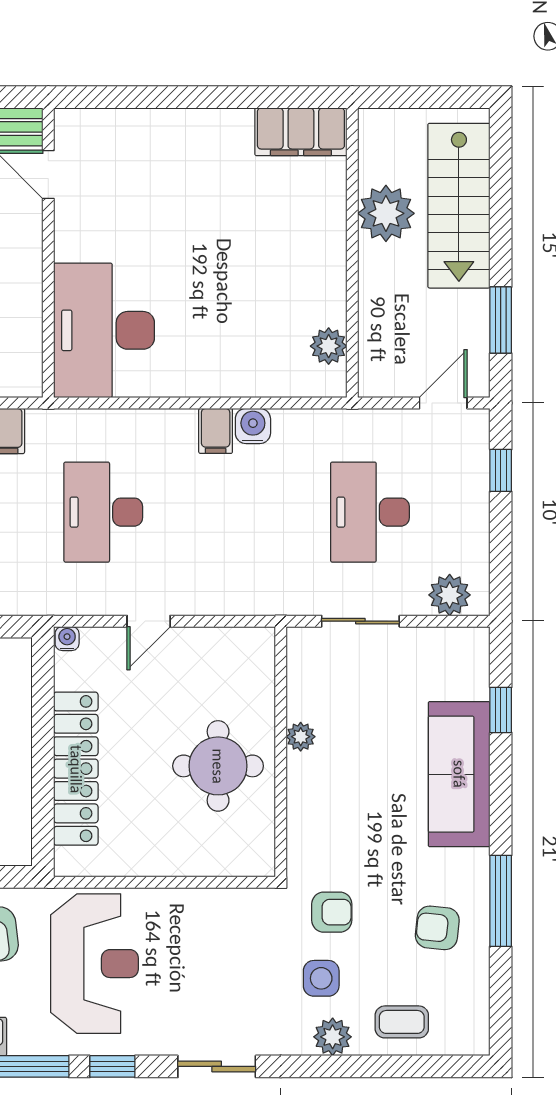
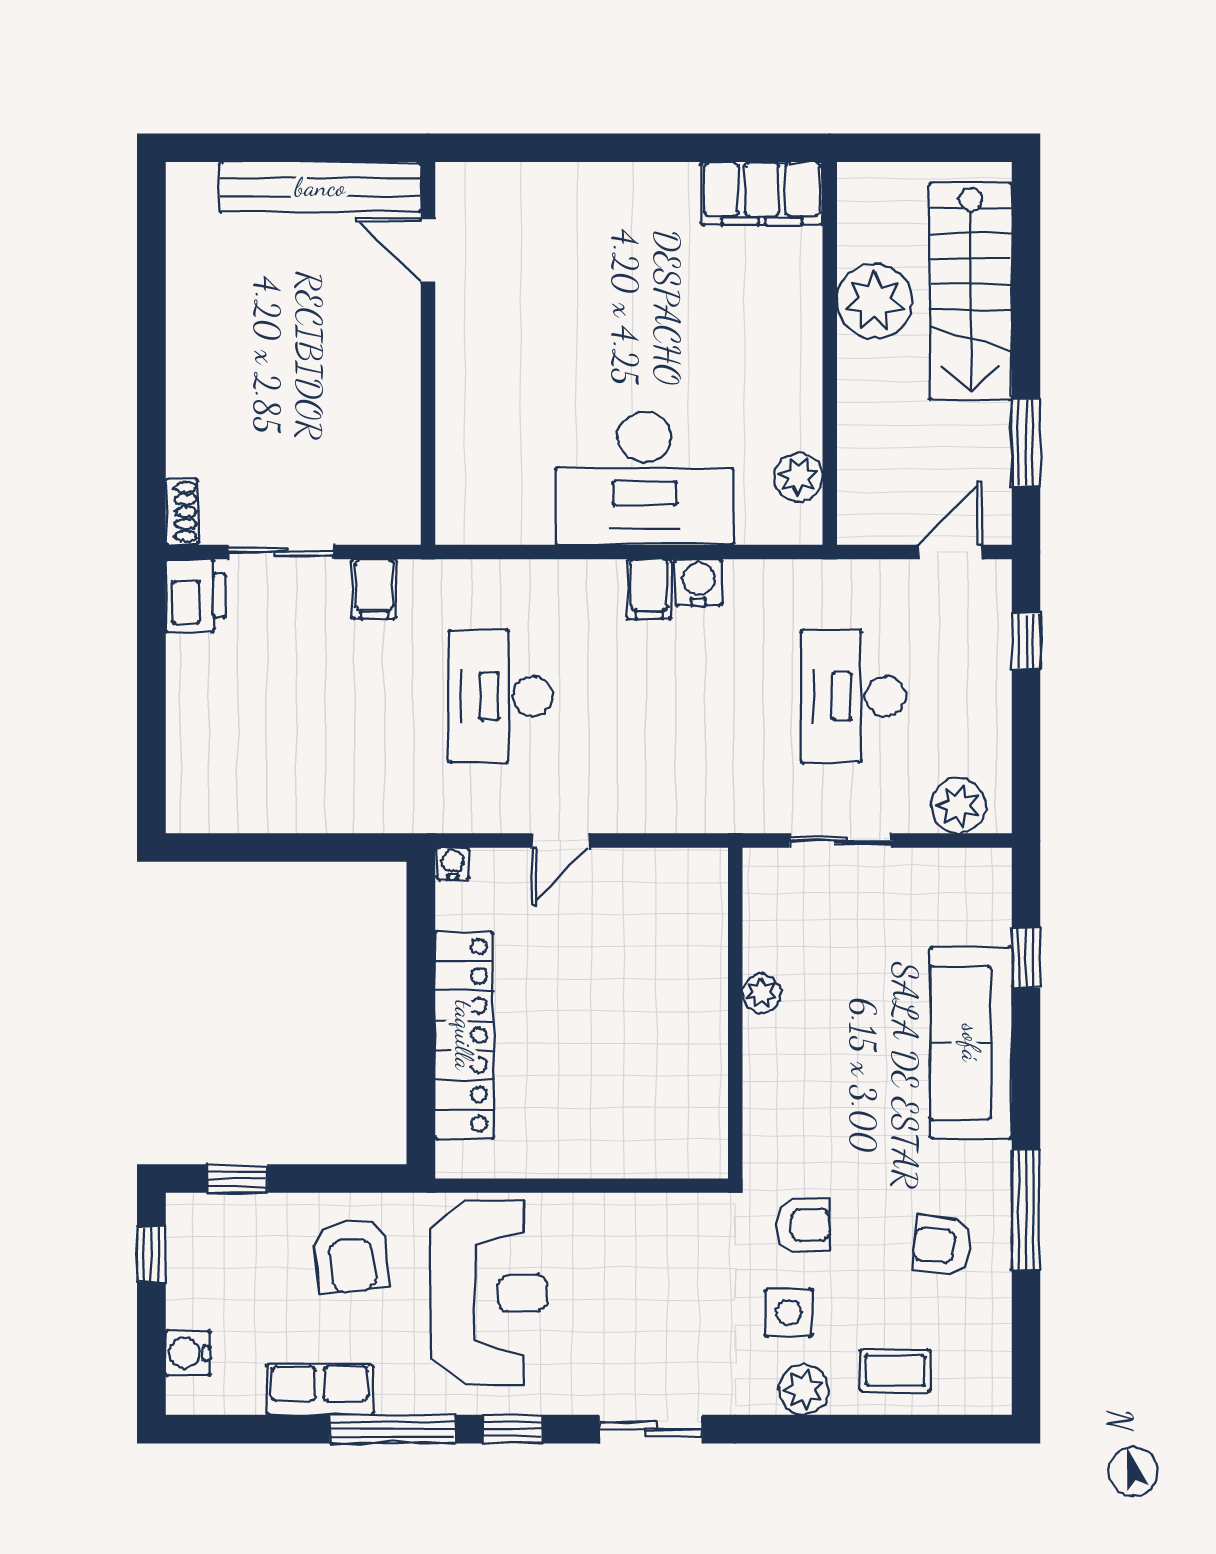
desk: (104, 330) -> (644, 478), moved, turned -90
round table: (218, 766) -> (652, 1032), removed

